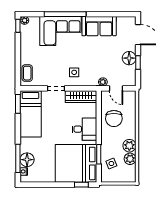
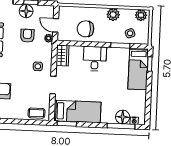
armchair: (104, 61) -> (27, 36), added
door: (116, 88) -> (56, 25), swing flipped
wardrobe: (81, 97) -> (62, 55), width x0.67
chair: (114, 119) -> (85, 29), turned 180
plant: (130, 159) -> (141, 15), moved
bed: (76, 163) -> (138, 69), width x0.49

